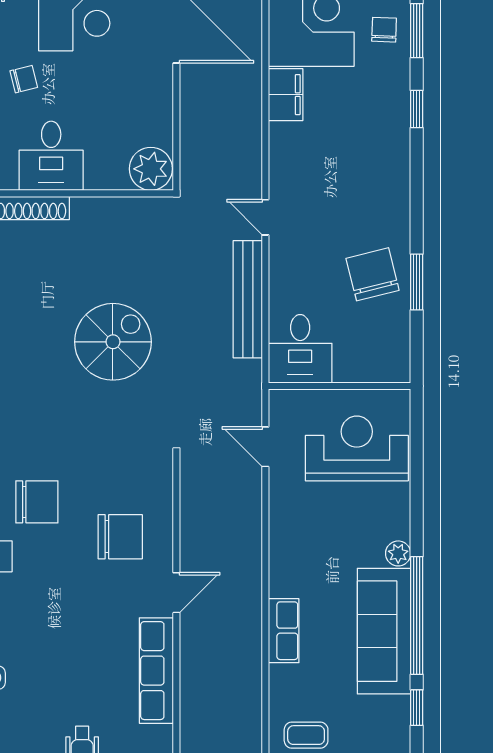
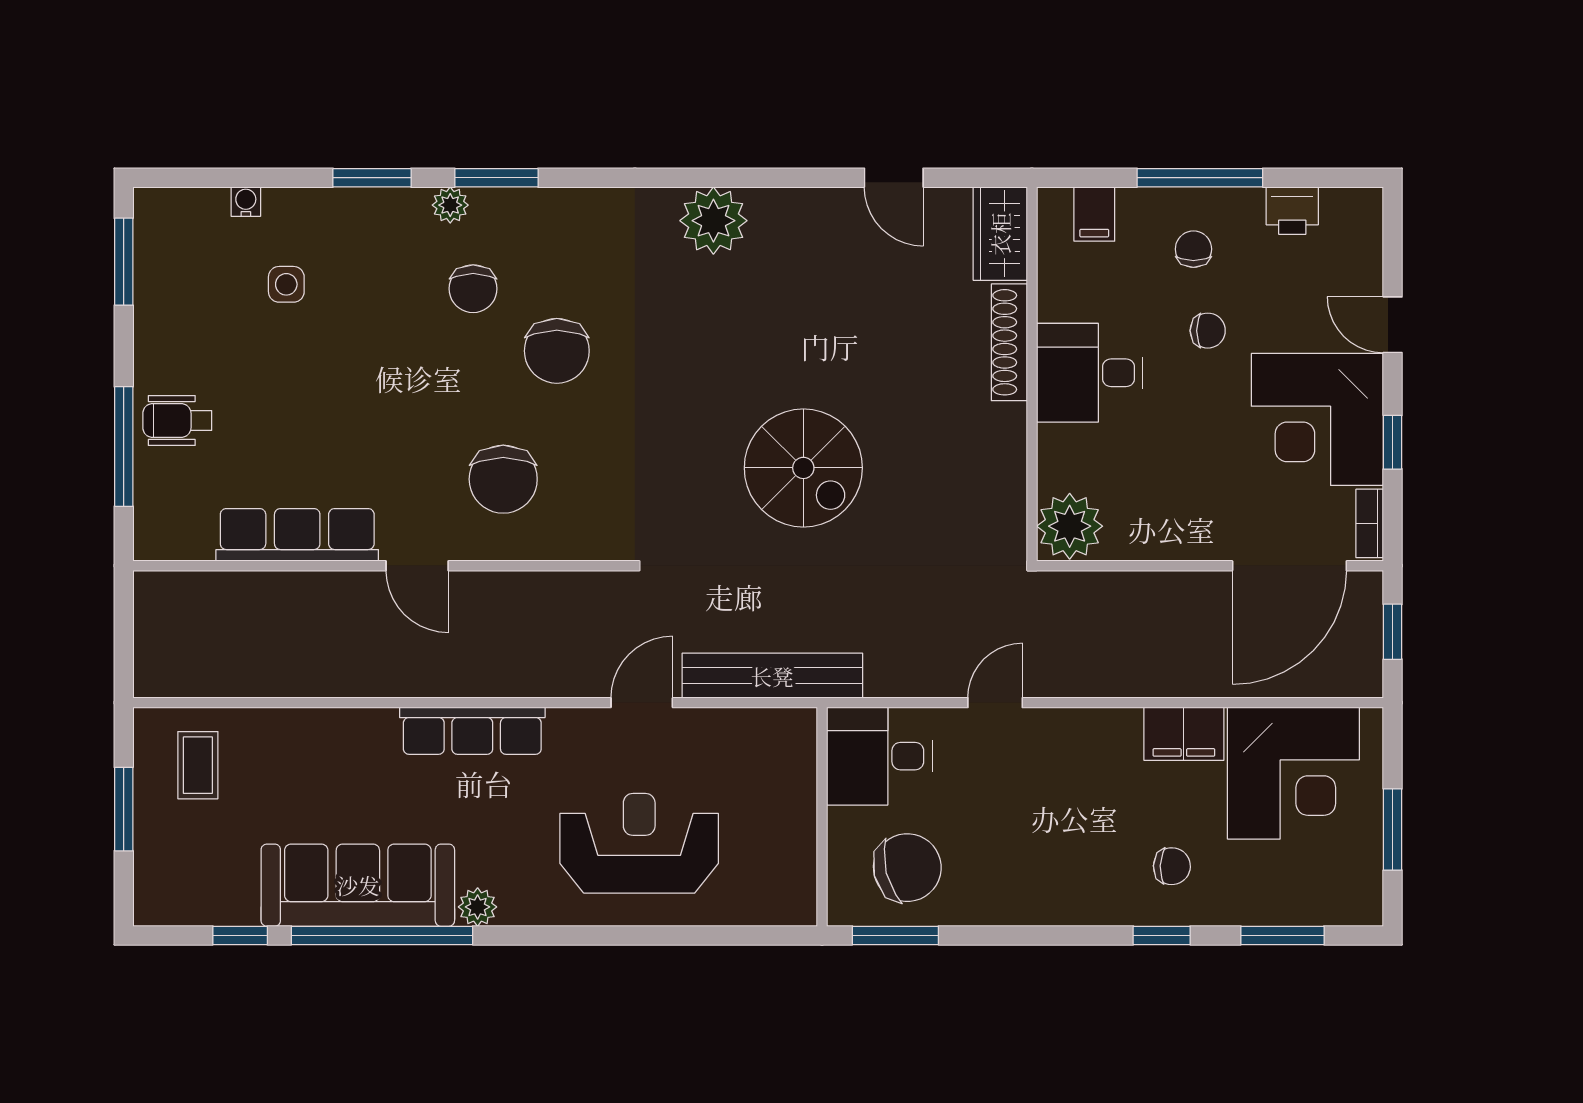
chair: (384, 30) -> (1172, 866), moved
chair: (24, 79) -> (1208, 331), turned -76
bench: (248, 299) -> (772, 676), moved
desk: (300, 349) -> (879, 756), moved
wall: (340, 386) -> (822, 817), moved
reception desk: (357, 448) -> (639, 843), turned -90
row of seats: (284, 631) -> (472, 731), moved, width x1.48

